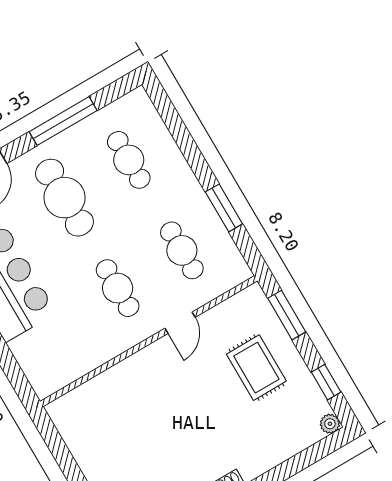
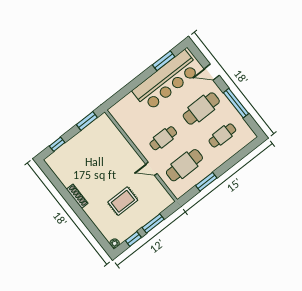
cafe table: (182, 250) -> (184, 165), width x1.37, depth x1.35
window: (287, 315) -> (153, 223), moved
rug: (256, 368) -> (123, 201), moved
window: (58, 448) -> (87, 121), added

